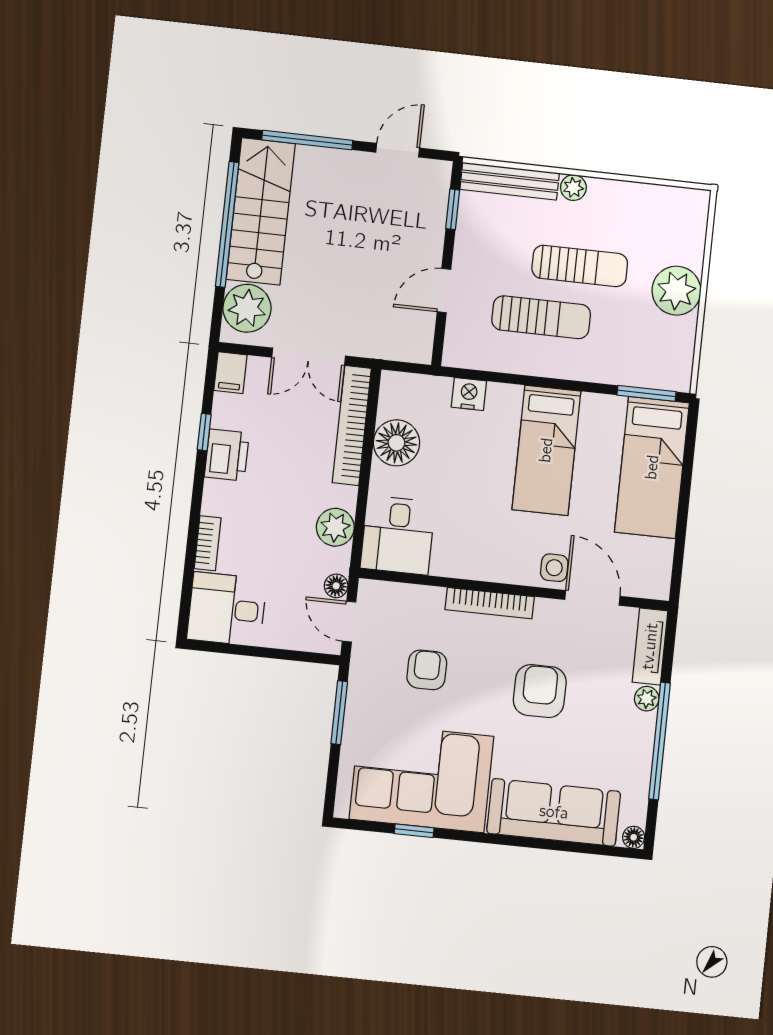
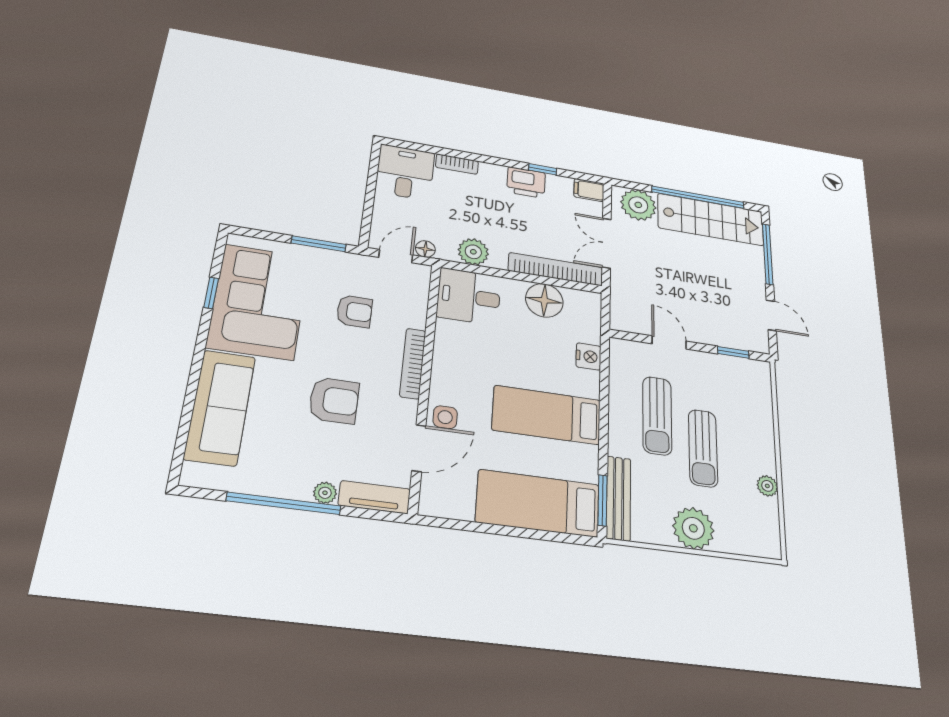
bench: (510, 181) -> (619, 498), moved
plant: (573, 188) -> (767, 486), moved
floor lamp: (634, 837) -> (190, 477), removed

